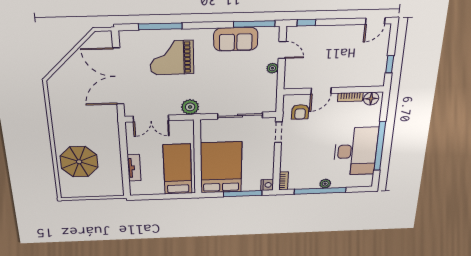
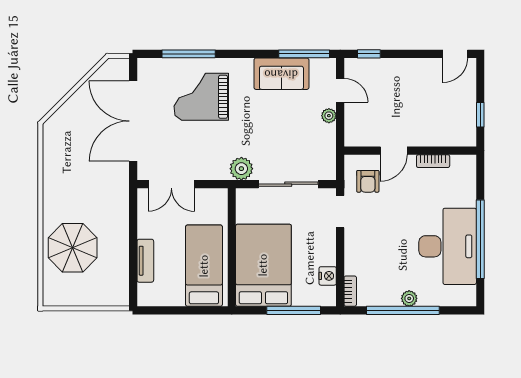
floor lamp: (371, 99) -> (461, 164), removed
plant: (190, 107) -> (241, 169), moved
nightstand: (267, 185) -> (328, 276), moved

